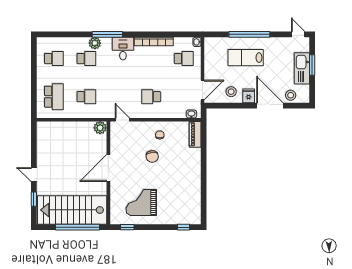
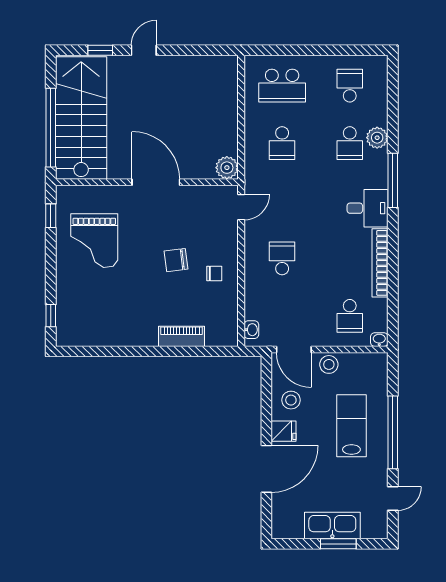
door: (298, 34) -> (393, 498), moved
plant: (95, 43) -> (377, 138), moved
school desk: (54, 59) -> (350, 86), turned 180
stool: (291, 95) -> (329, 364), moved
piano: (195, 134) -> (182, 336), moved
grand piano: (141, 203) -> (94, 241), turned 180

